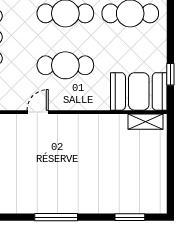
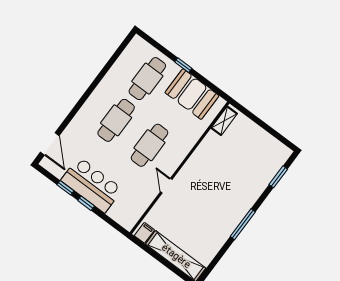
window: (170, 74) -> (183, 65), moved
booth: (139, 91) -> (192, 94), moved, turned 90

